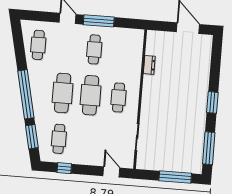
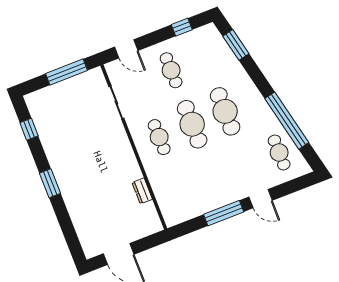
cafe table: (94, 49) -> (213, 178), removed
window: (26, 94) -> (287, 121), moved
cafe table: (59, 139) -> (171, 70), moved
window: (209, 148) -> (29, 129), width x0.46
window: (175, 177) -> (67, 72), moved

